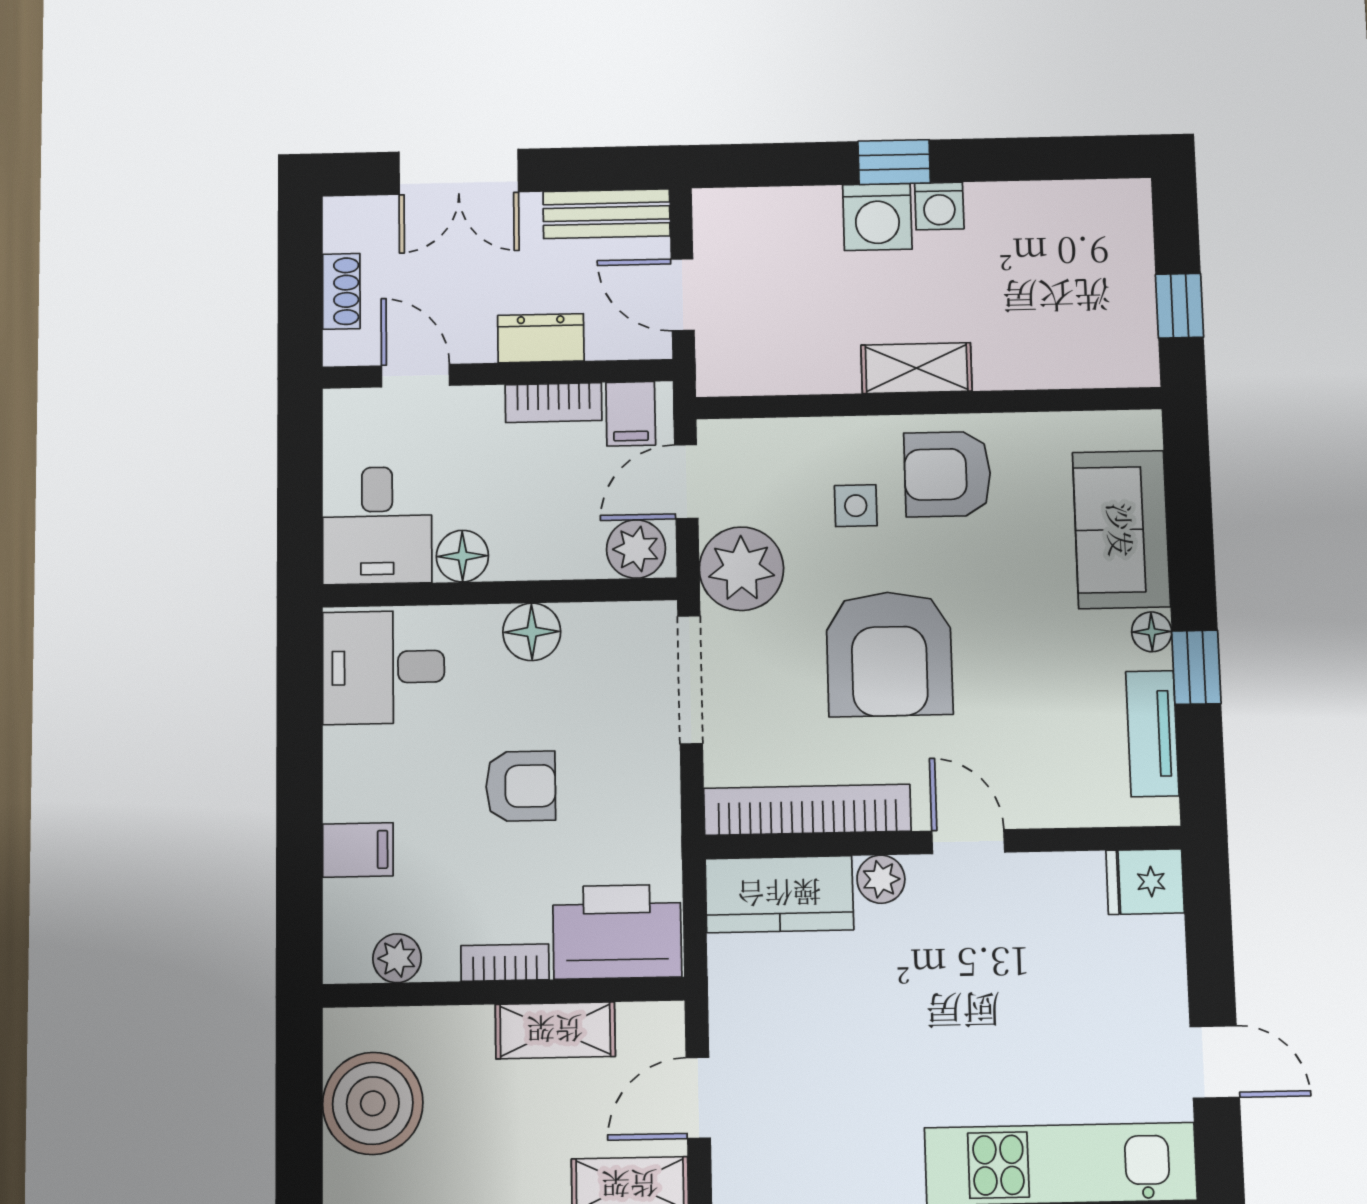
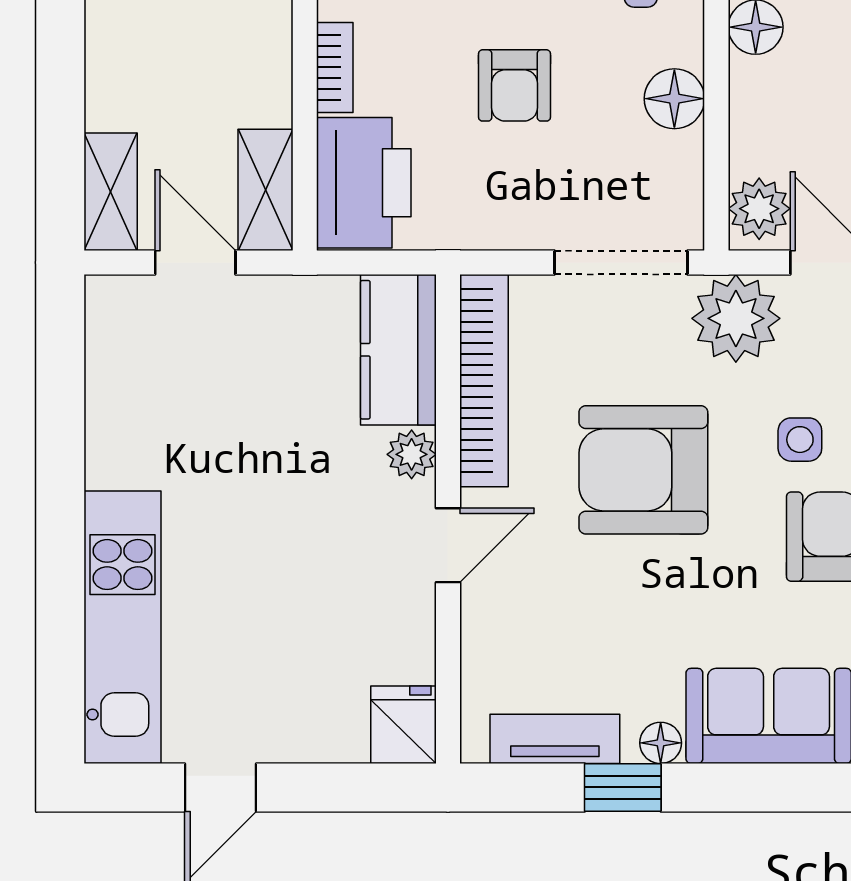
shelving: (555, 1030) -> (266, 190), moved

